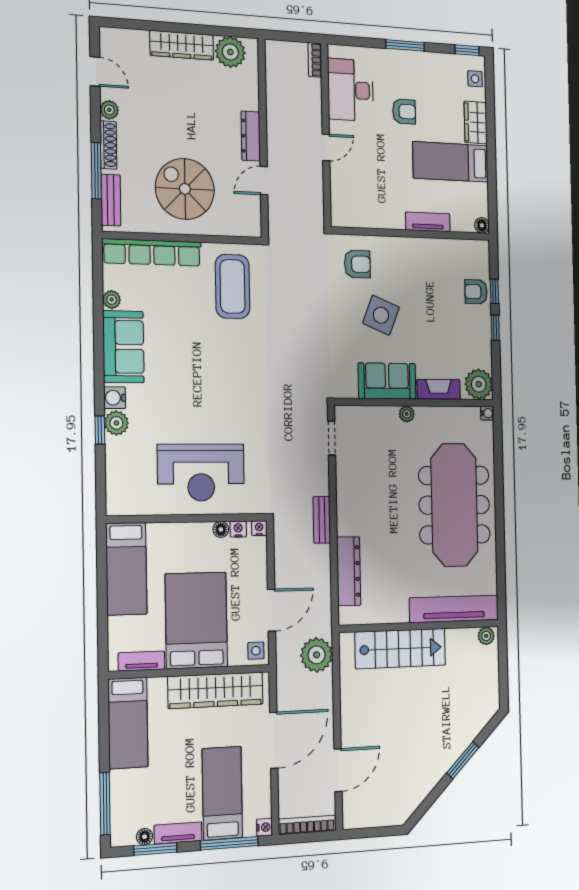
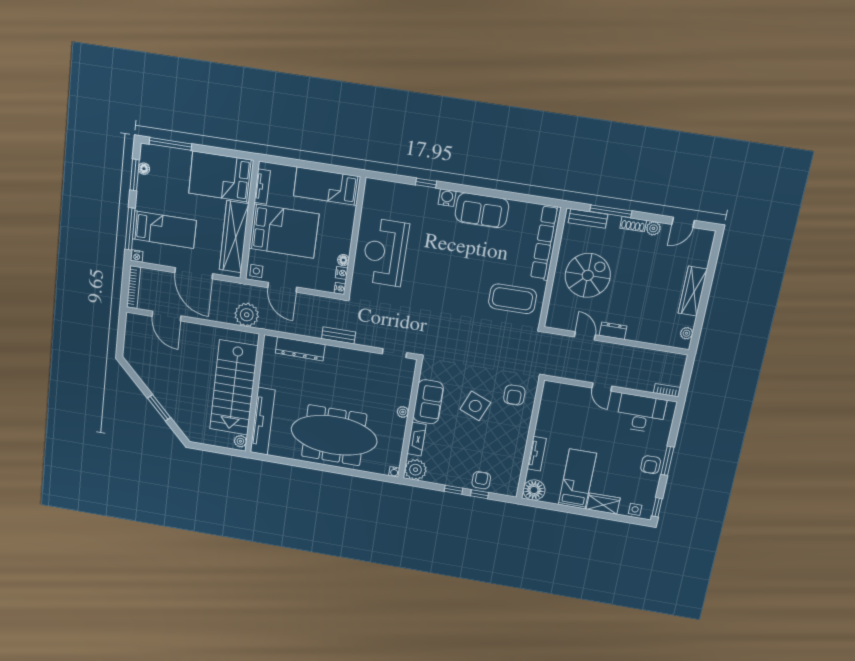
plant: (230, 52) -> (686, 333), width x0.53, depth x0.53
armchair: (404, 112) -> (651, 465), moved
dresser: (251, 136) -> (613, 331), width x0.70
shoe rack: (108, 145) -> (633, 224), width x0.70
floor lamp: (482, 225) -> (534, 490), width x1.89, depth x1.89
plant: (112, 300) -> (517, 207), removed
plant: (116, 423) -> (429, 196), removed
stairs: (400, 649) -> (234, 388), width x1.36, depth x1.51
bed: (128, 723) -> (221, 177), width x1.50
tv unit: (178, 833) -> (143, 193), removed

